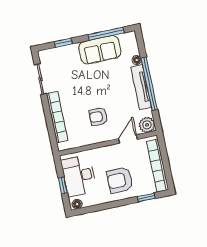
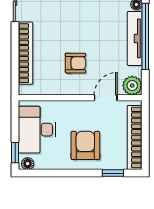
armchair: (98, 117) -> (76, 63), turned 180
armchair: (120, 180) -> (85, 145), turned 90
window: (63, 185) -> (15, 153), moved

